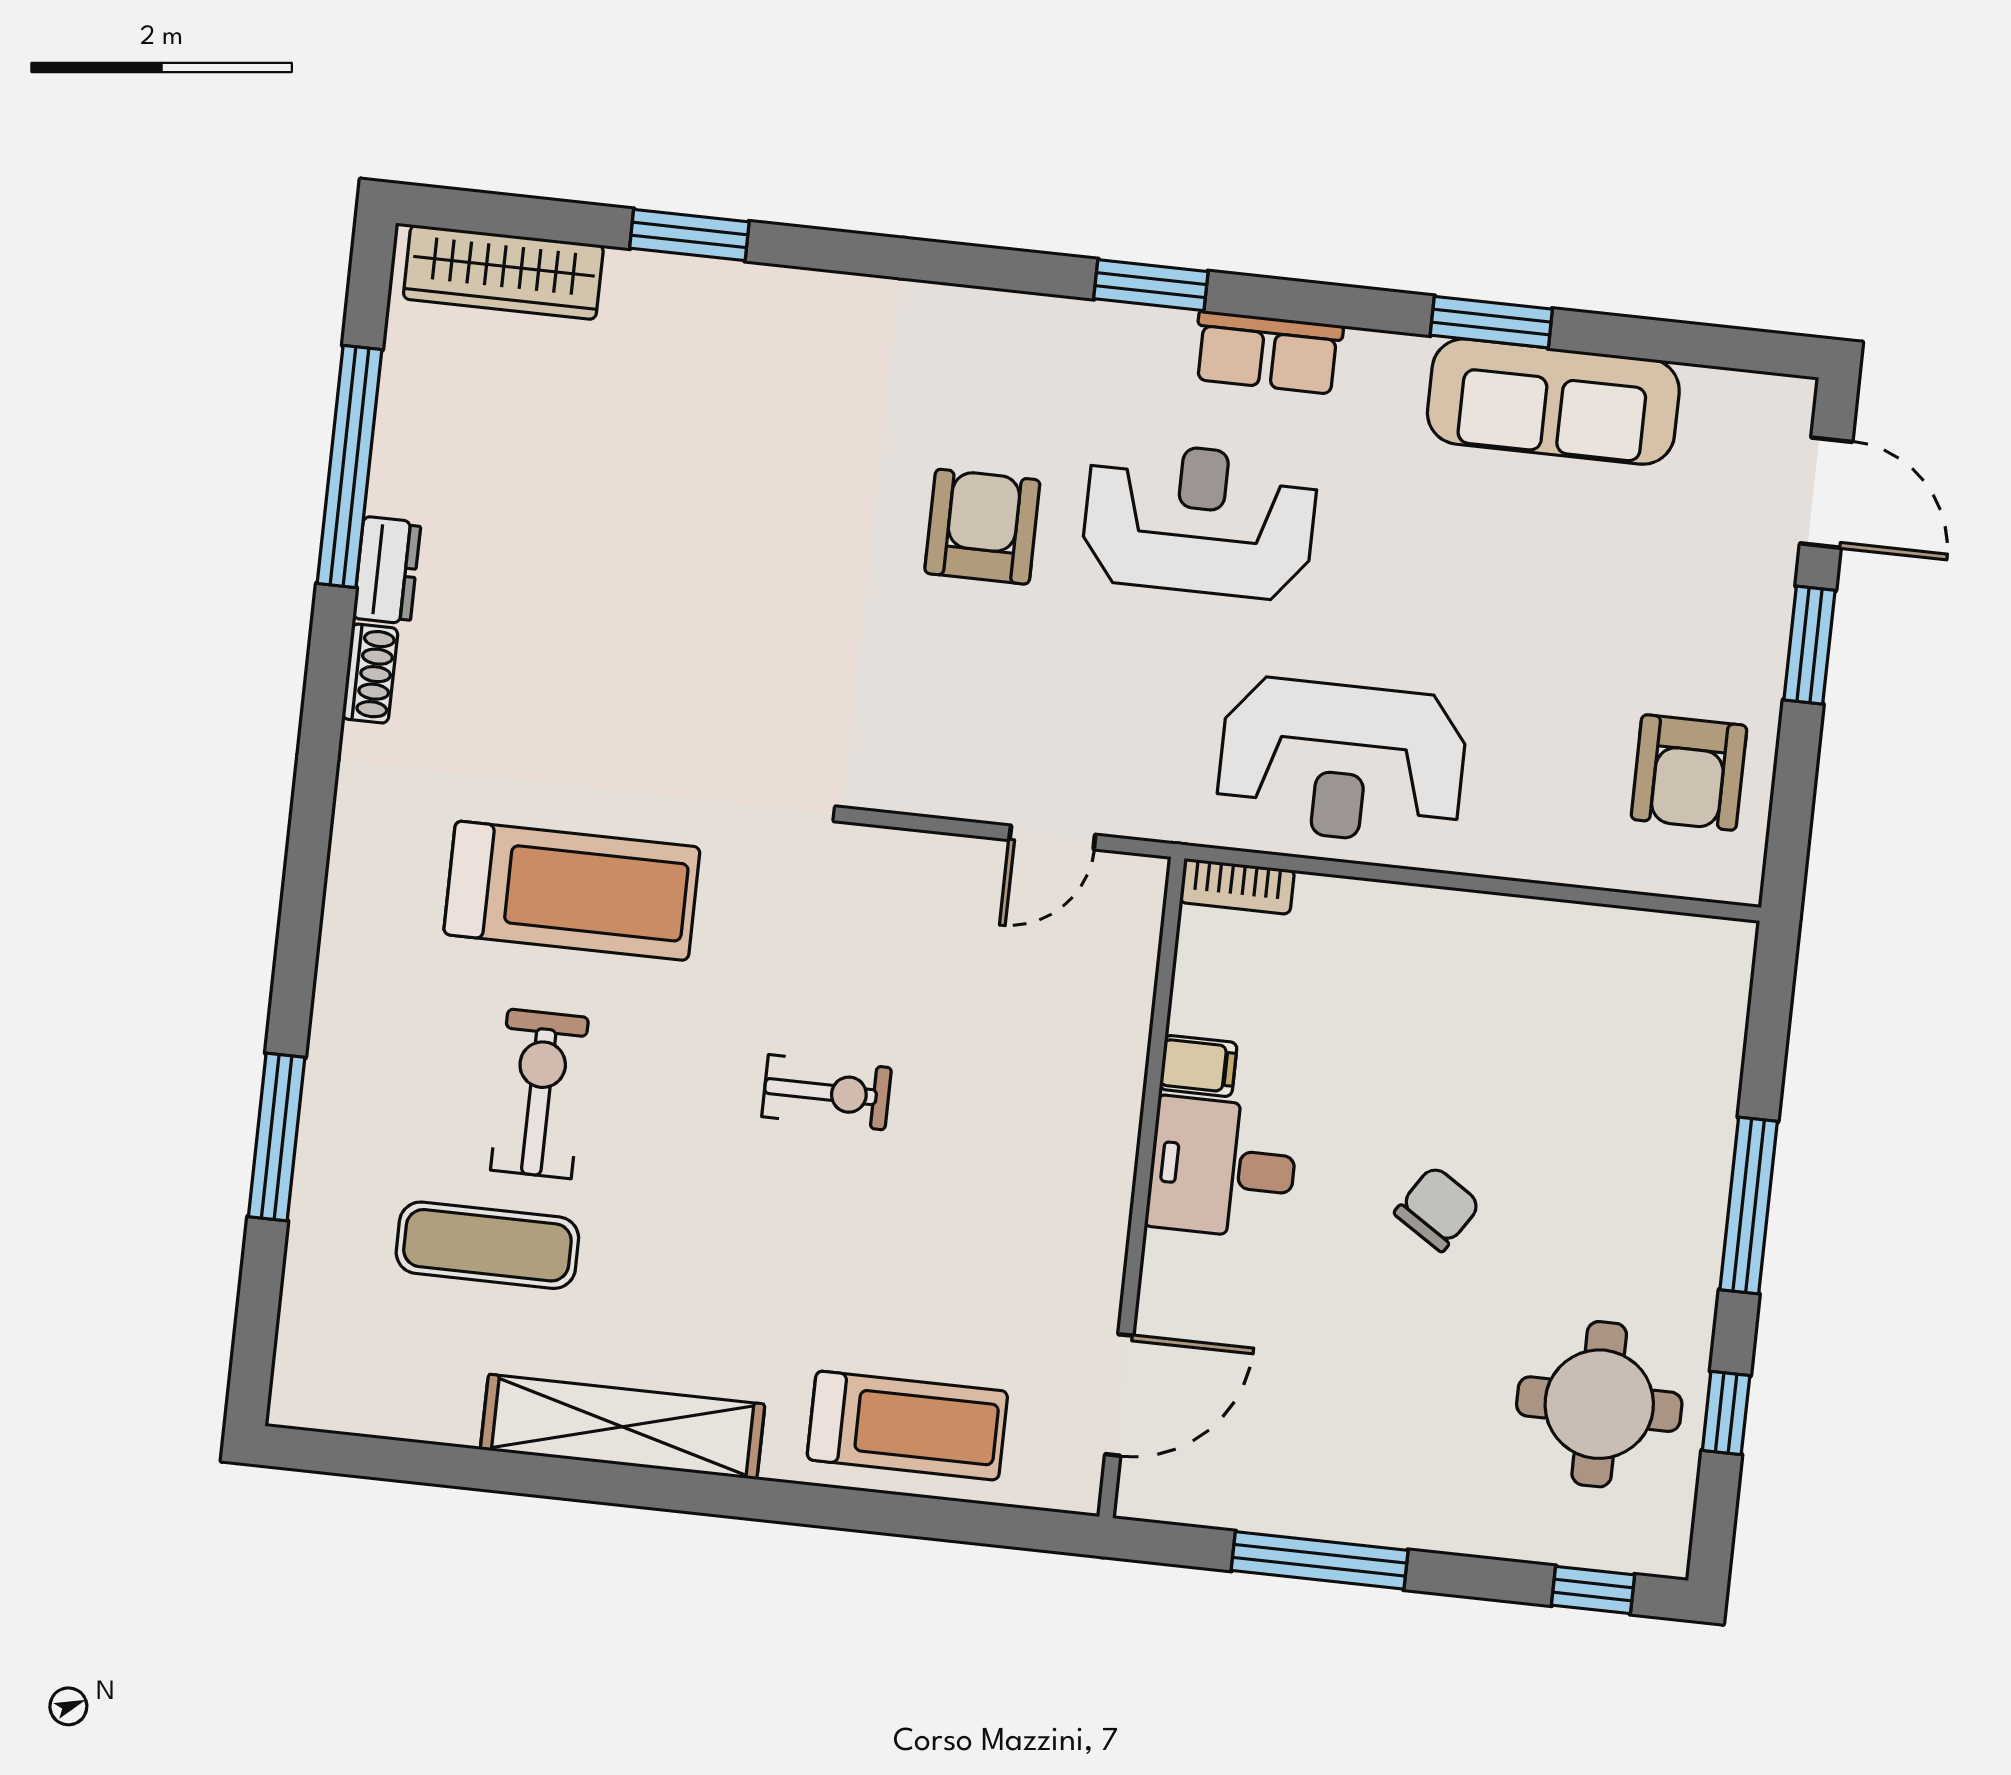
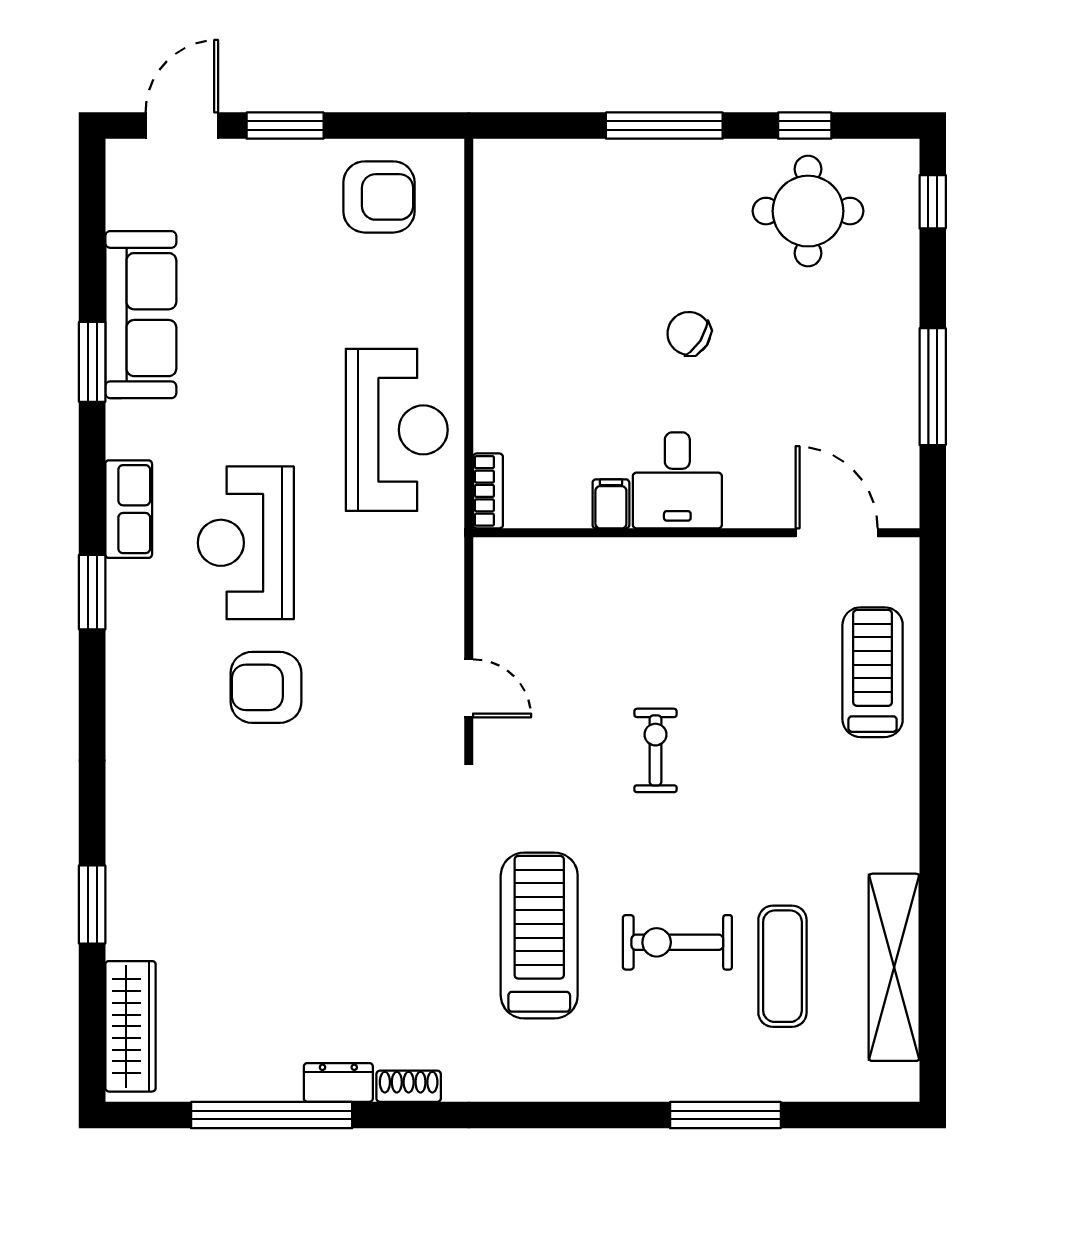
door: (1052, 837) -> (469, 688), moved
shelving: (623, 1427) -> (894, 967), moved

